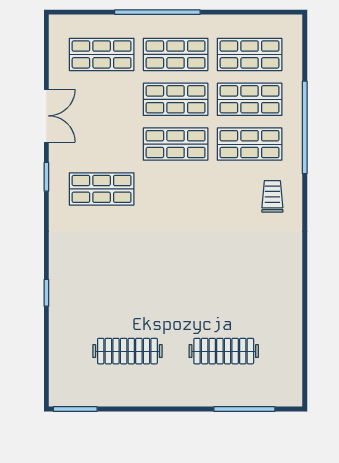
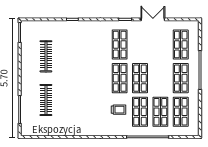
shop shelf: (176, 99) -> (120, 78), moved
double door: (46, 116) -> (153, 19), swing flipped
trolley: (272, 196) -> (119, 110), moved

